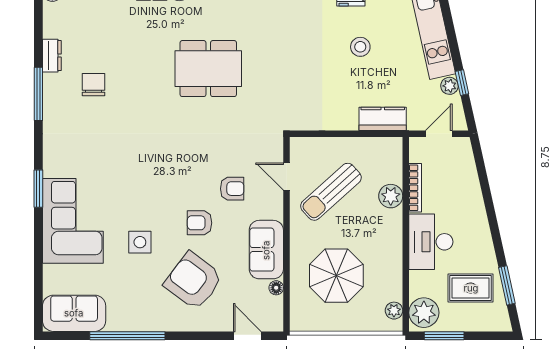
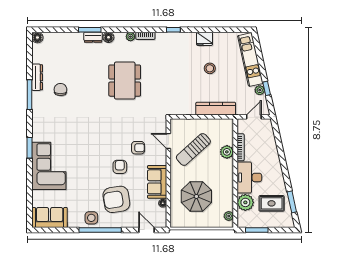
dresser: (52, 56) -> (37, 77), width x1.44
dining table: (208, 69) -> (125, 81), turned 90
kitchen counter: (383, 119) -> (216, 109), width x1.50
armchair: (200, 223) -> (120, 167), turned 90
side table: (140, 242) -> (91, 218), moved
armchair: (193, 281) -> (116, 199), turned -46
plant: (424, 313) -> (245, 202), moved
window: (127, 336) -> (100, 230), moved

